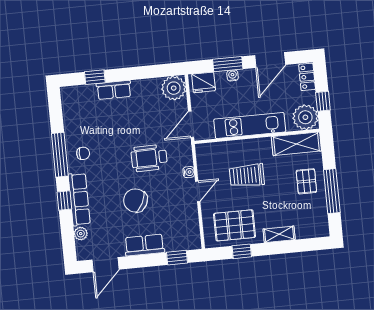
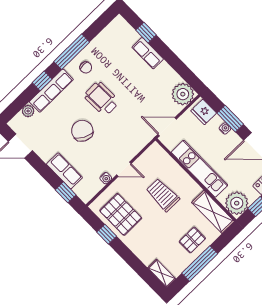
wheelchair: (149, 158) -> (102, 99), moved
water cooler: (189, 172) -> (106, 178), moved
shelving: (279, 234) -> (162, 273), moved
row of seats: (144, 245) -> (64, 171), moved

